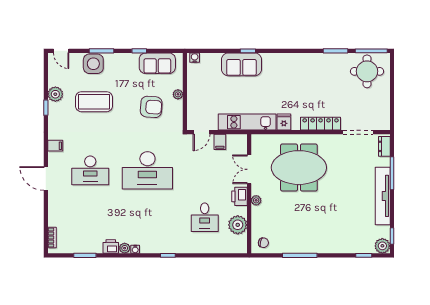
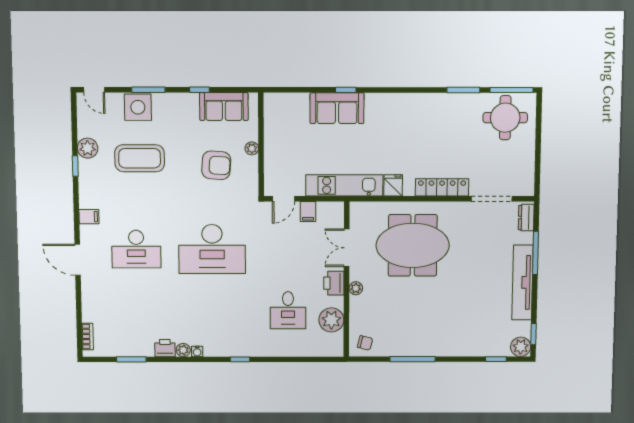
water cooler: (195, 58) -> (274, 99), removed

